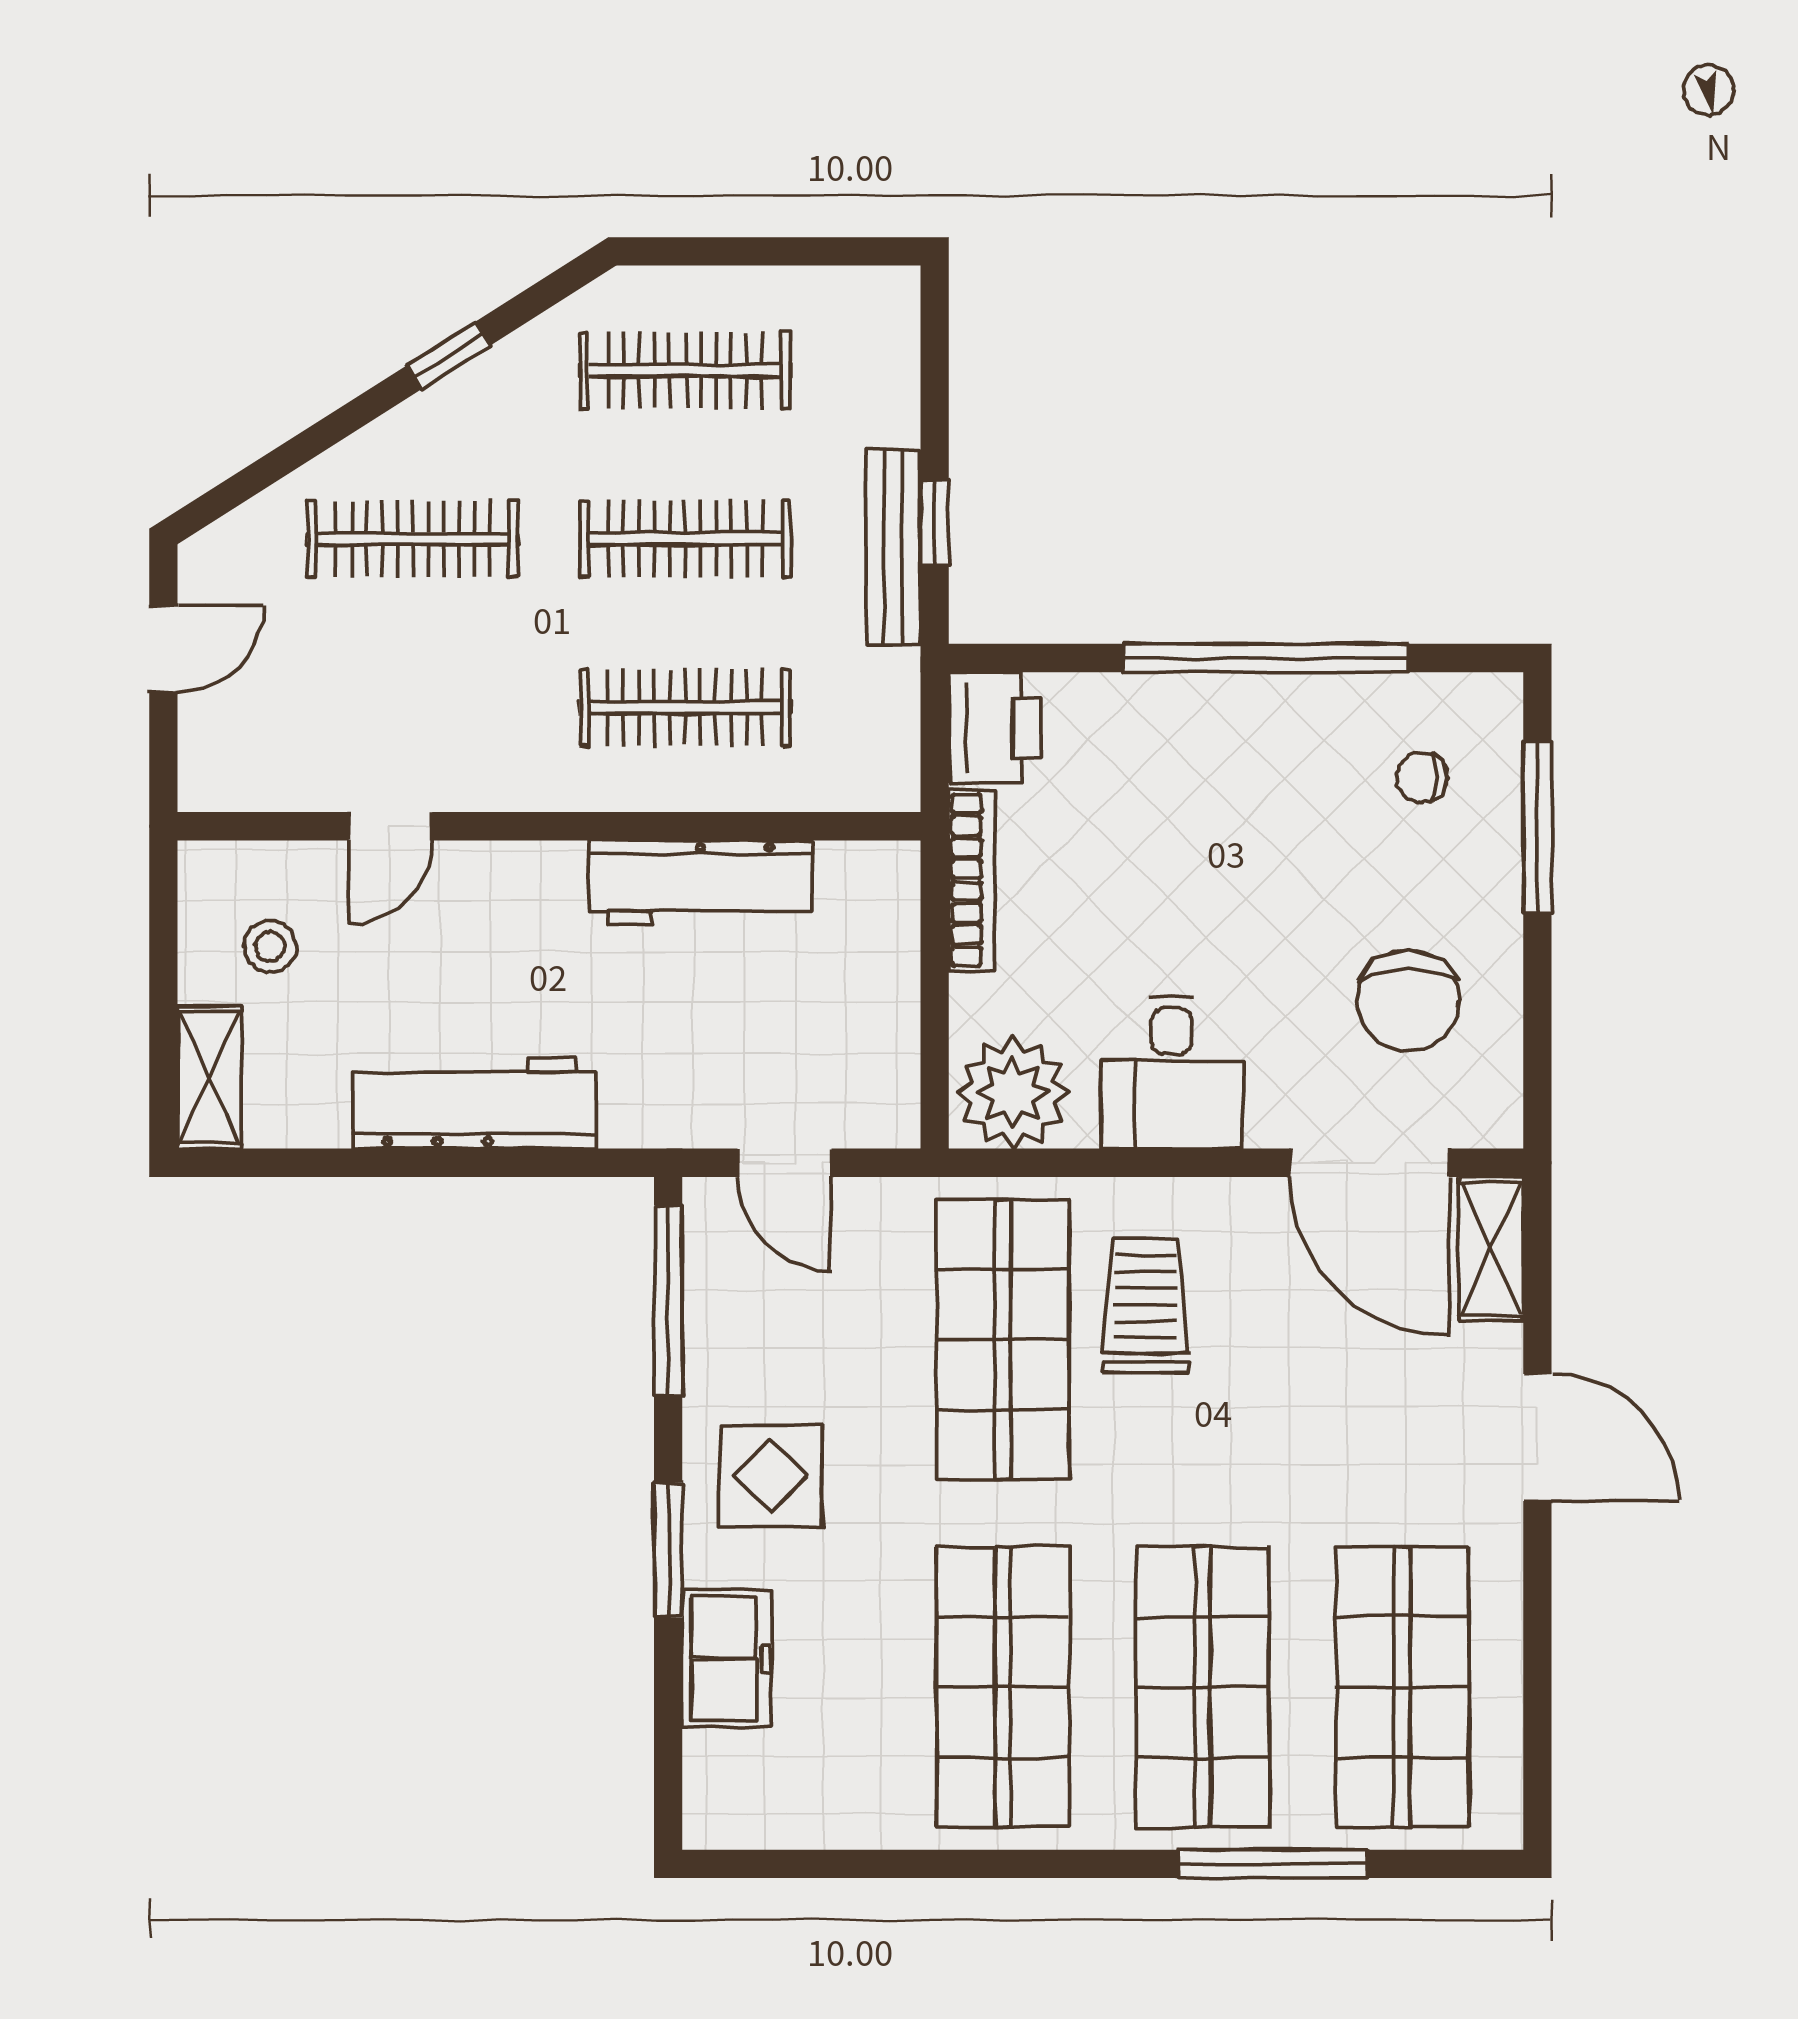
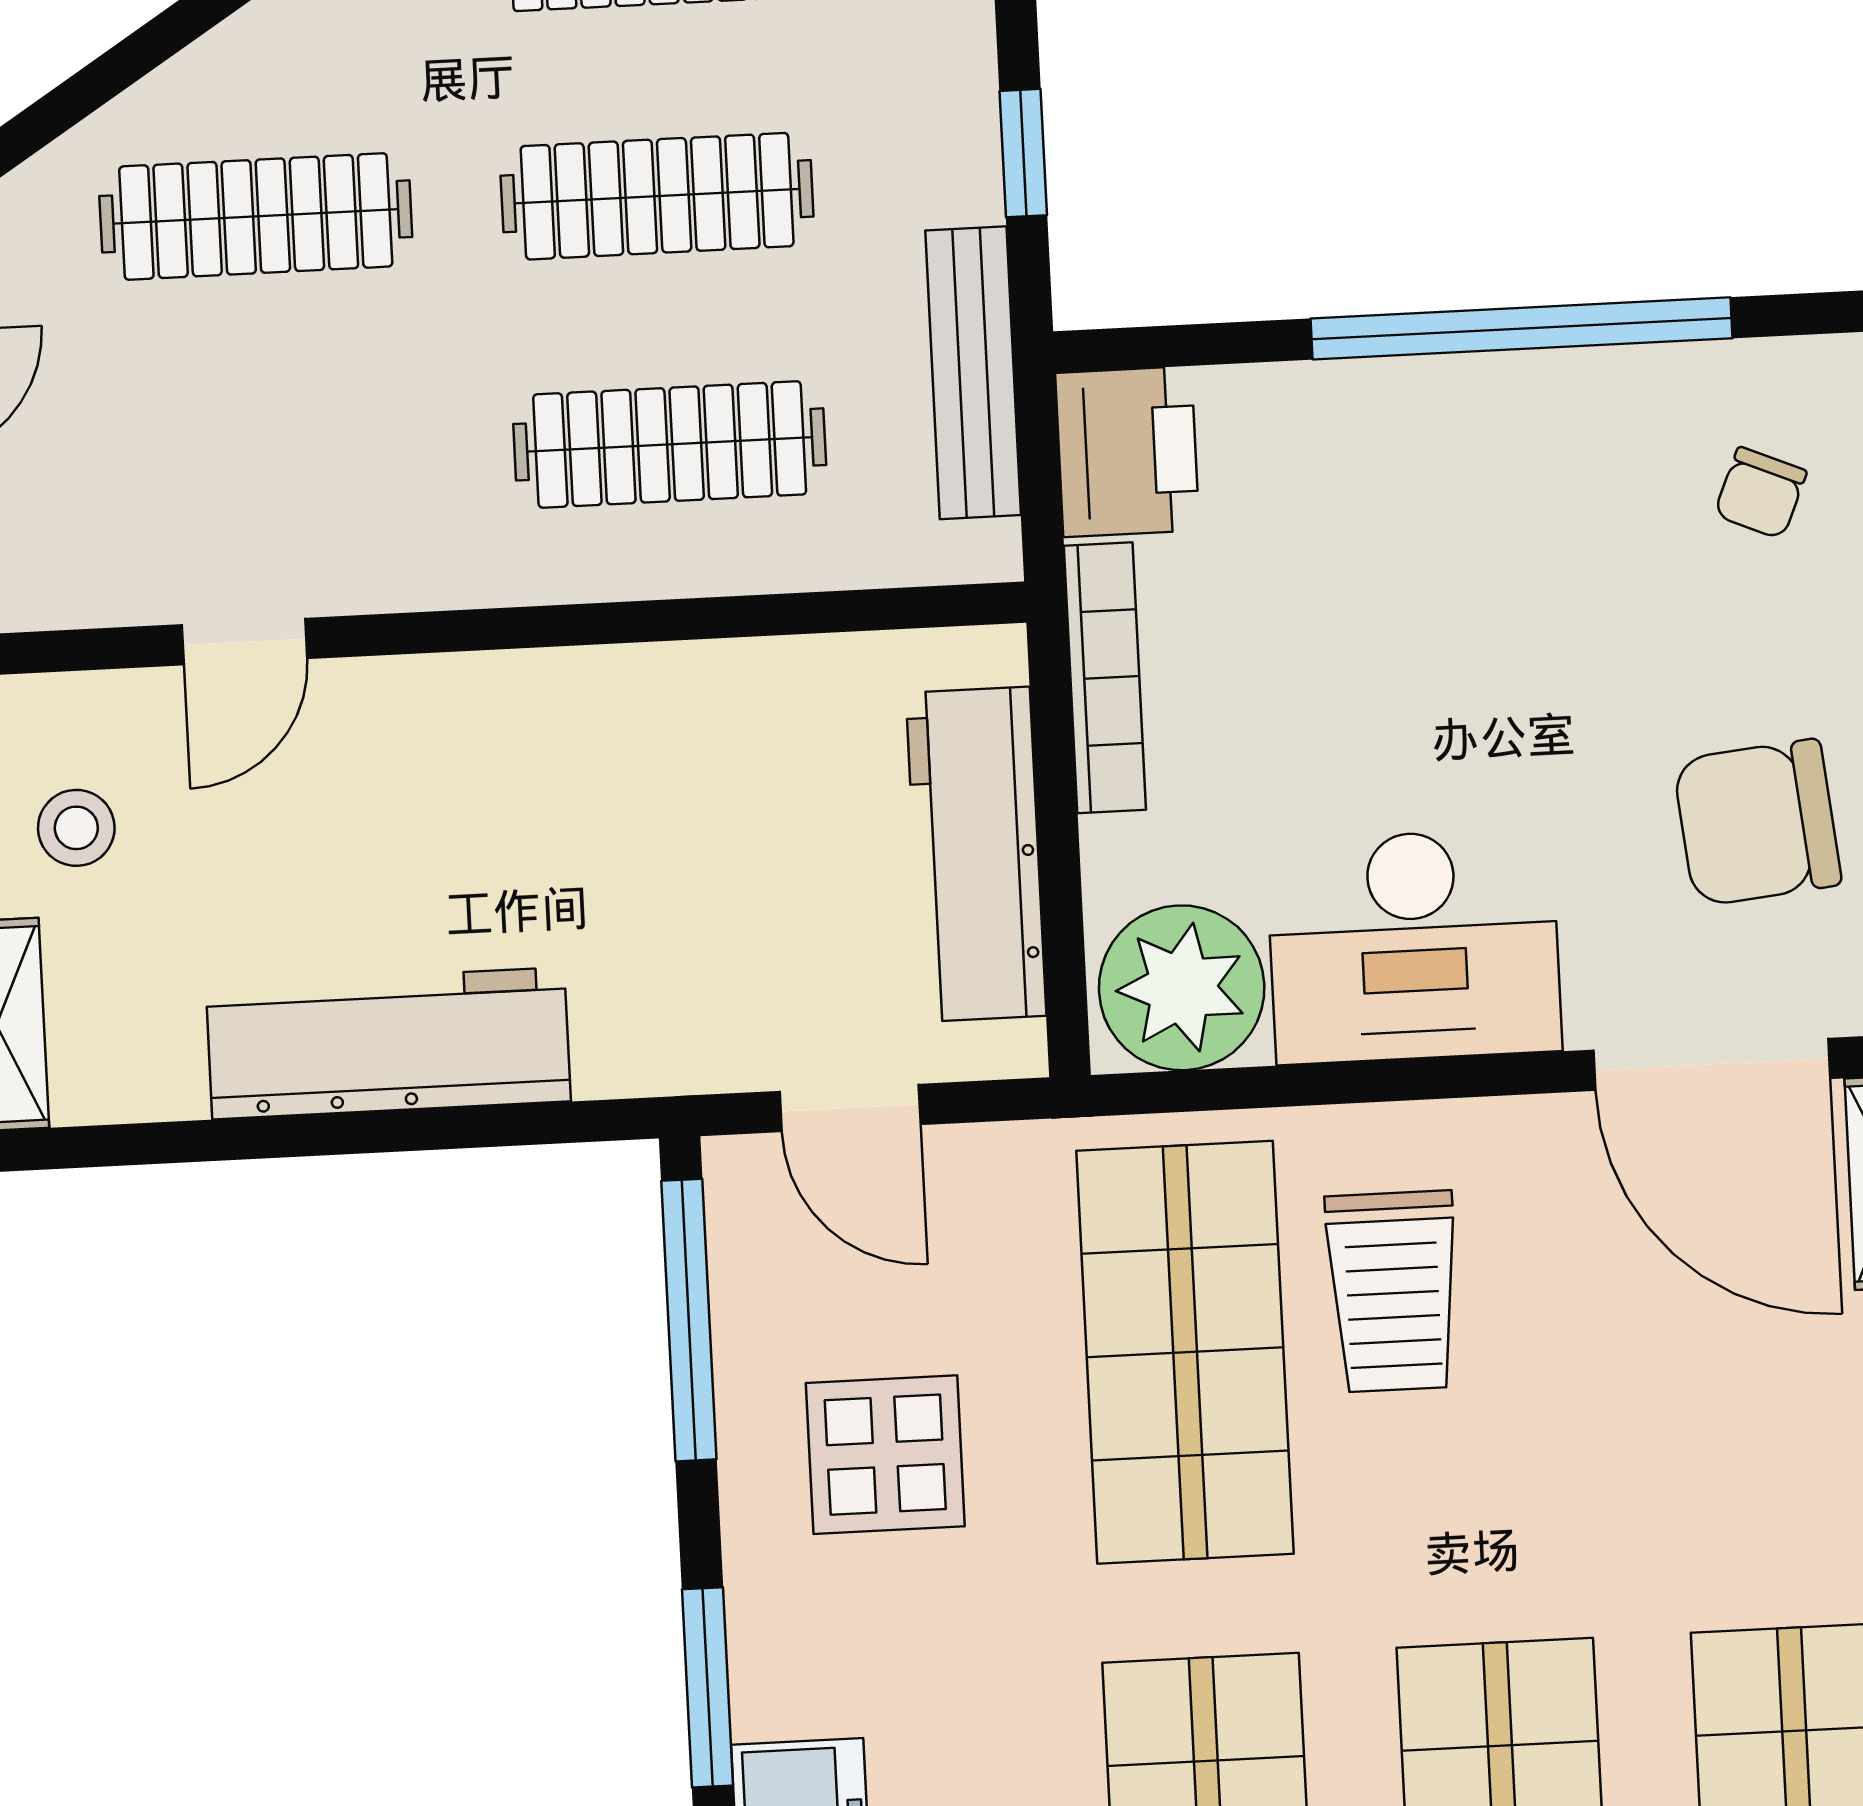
bench: (893, 547) -> (973, 373), moved
chair: (1422, 778) -> (1760, 493), turned -67
workbench: (701, 882) -> (976, 854), moved, turned 90
chair: (1408, 1001) -> (1757, 823), turned 84
desk: (1172, 1072) -> (1414, 946), width x1.37
trolley: (1146, 1306) -> (1393, 1291), turned 180
display table: (770, 1476) -> (885, 1455), moved

